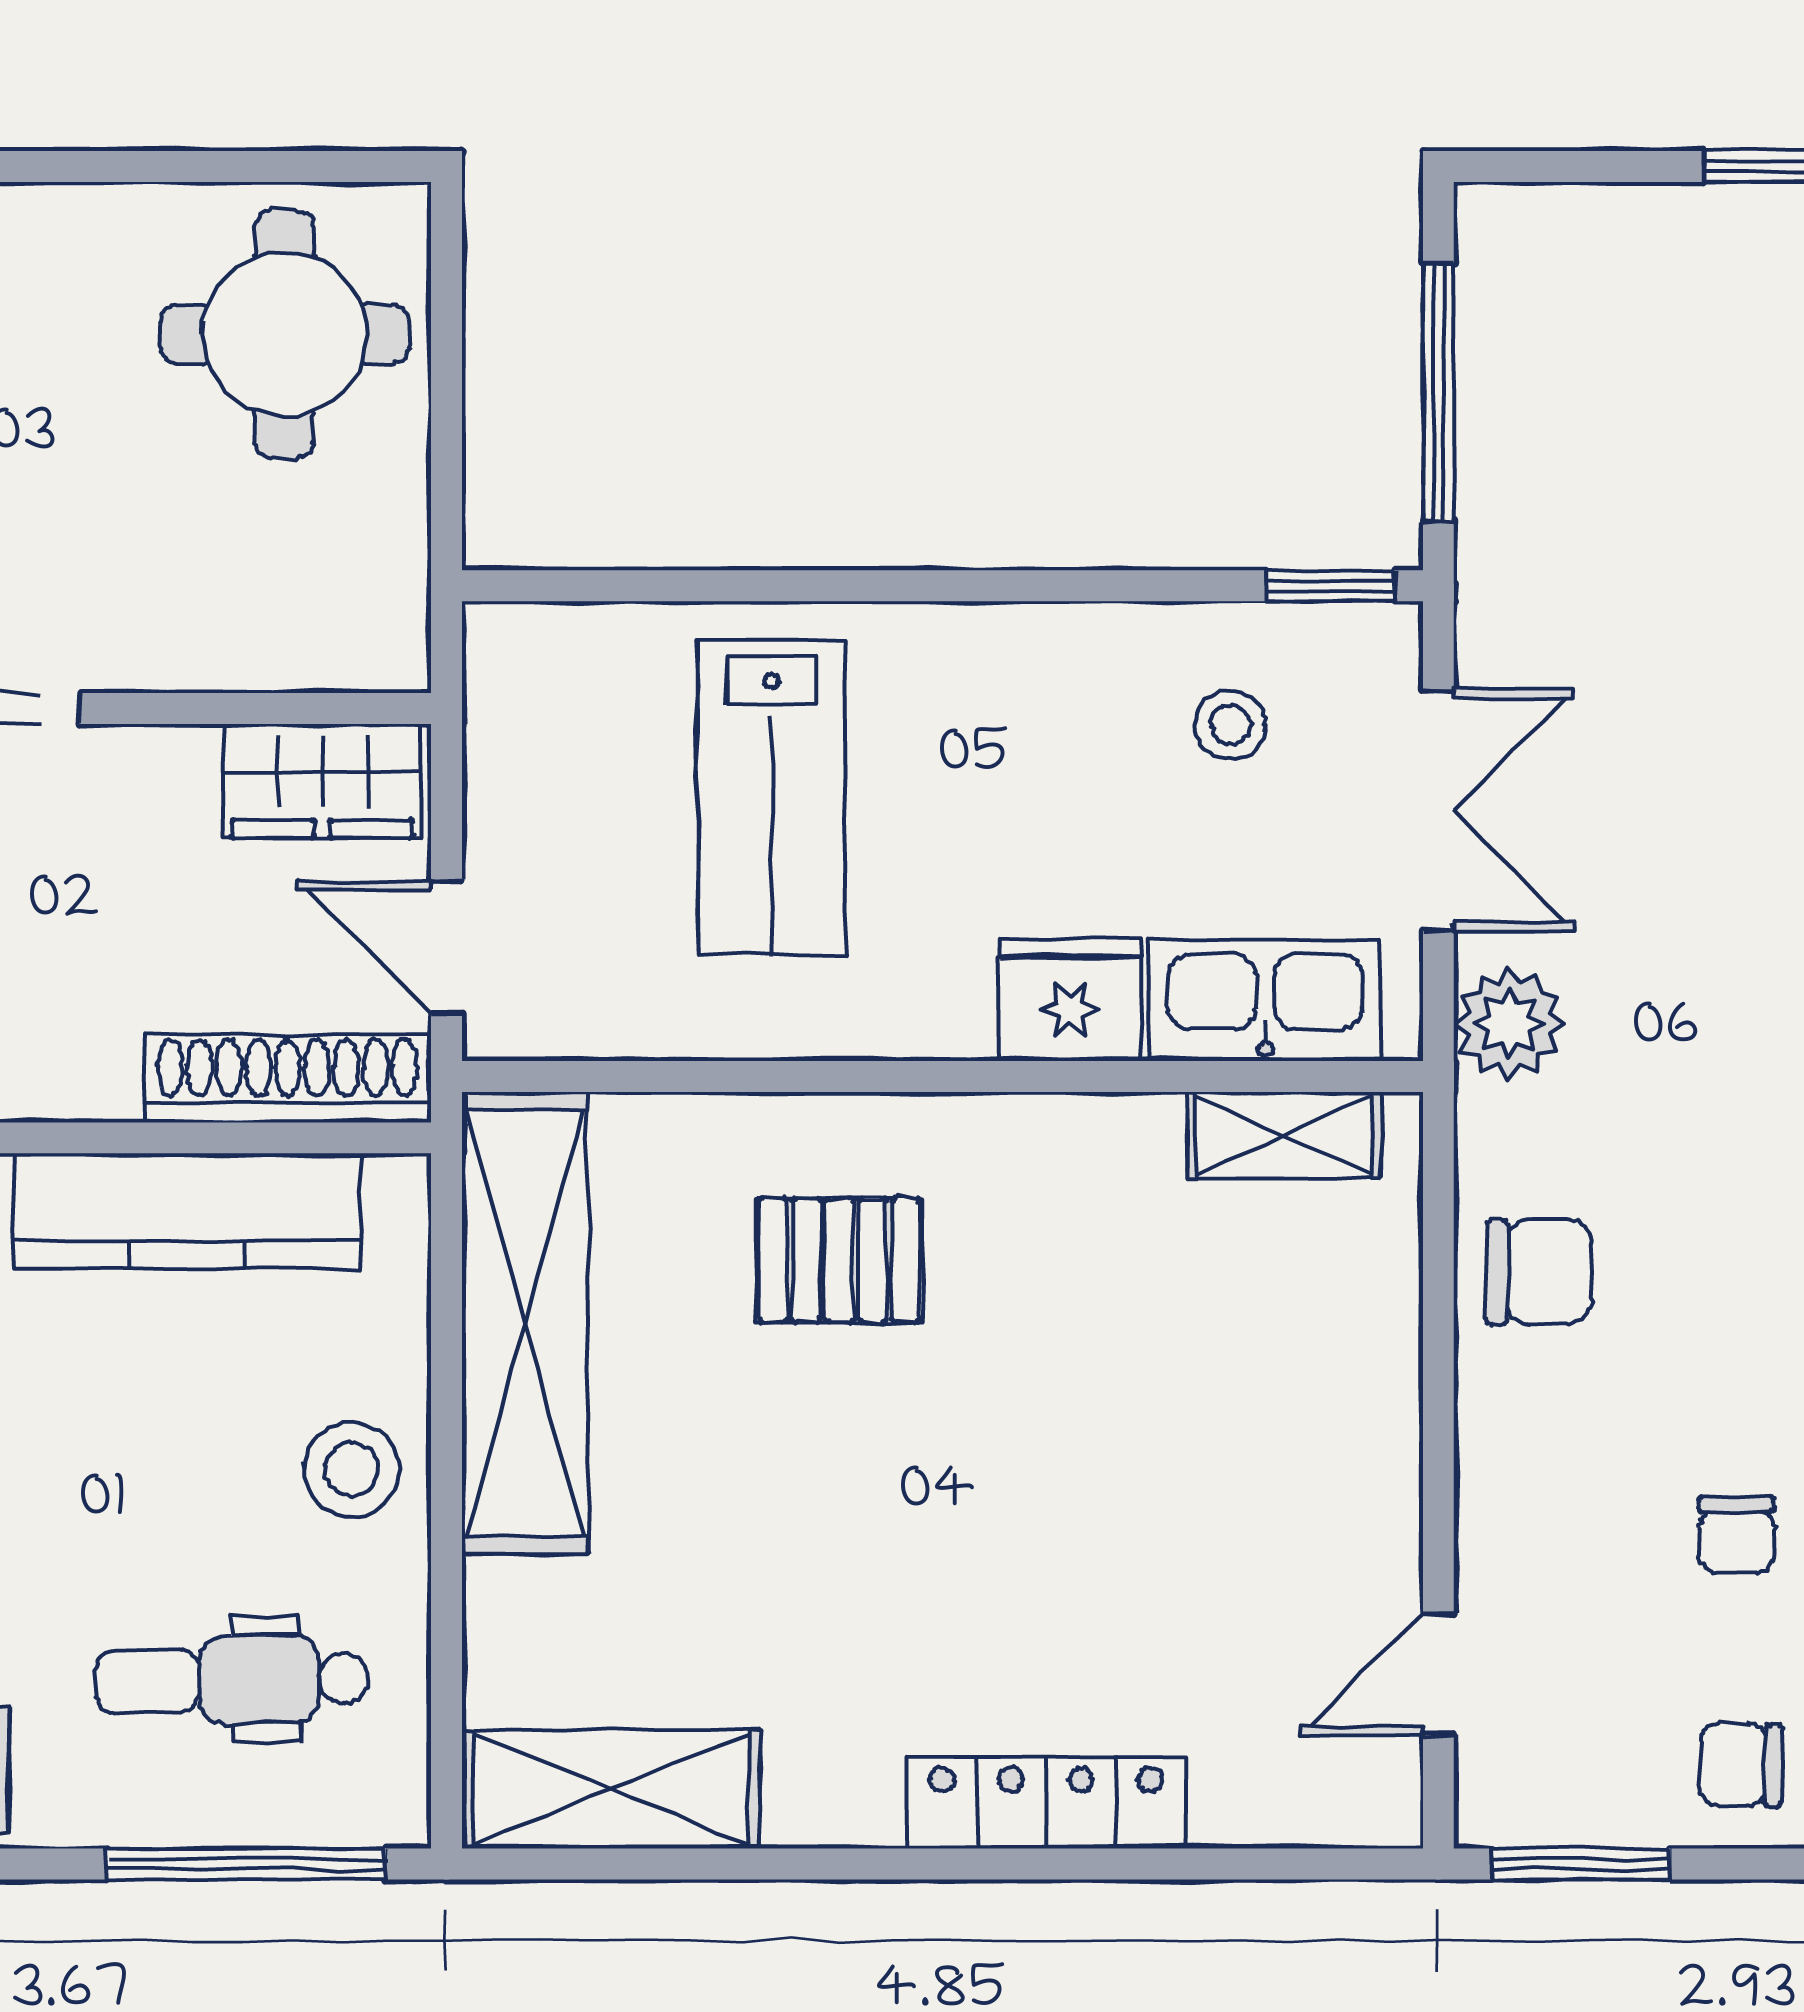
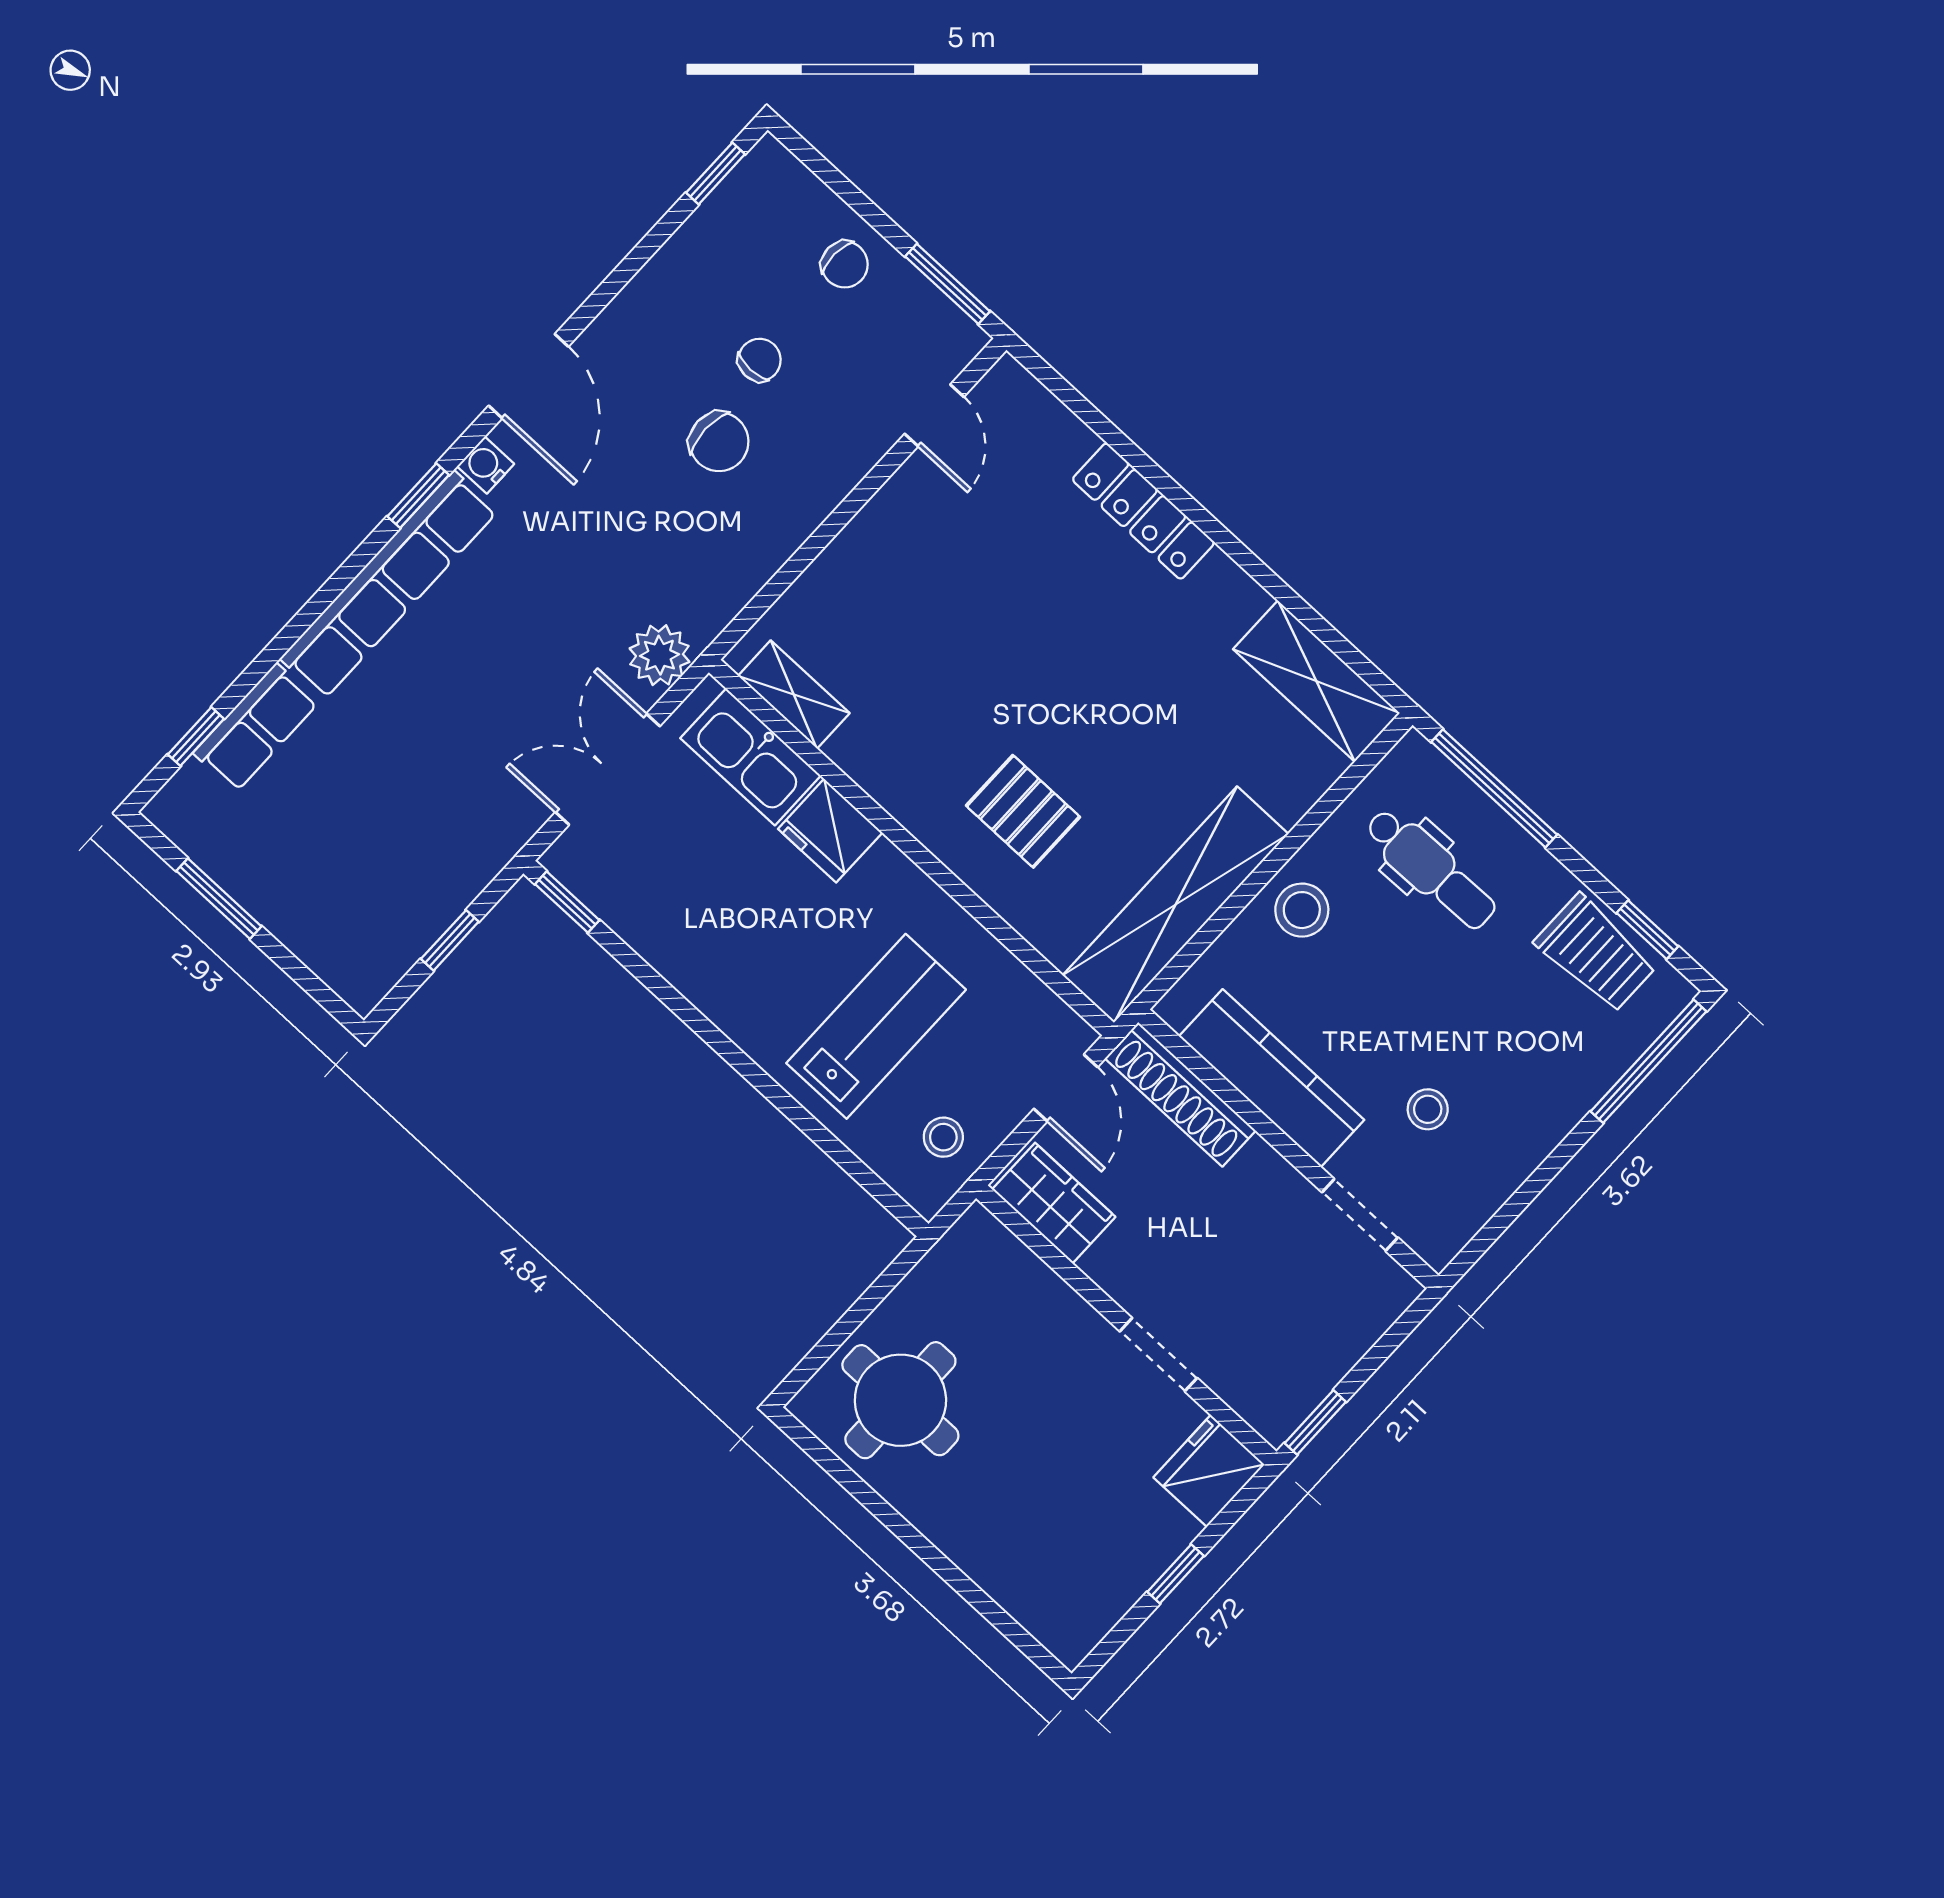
window: (1438, 392) -> (450, 940), width x0.46
stool: (1231, 725) -> (943, 1137), moved
chair: (1539, 1272) -> (719, 442), moved, turned 180
door: (1438, 1674) -> (934, 415), hinge flipped

